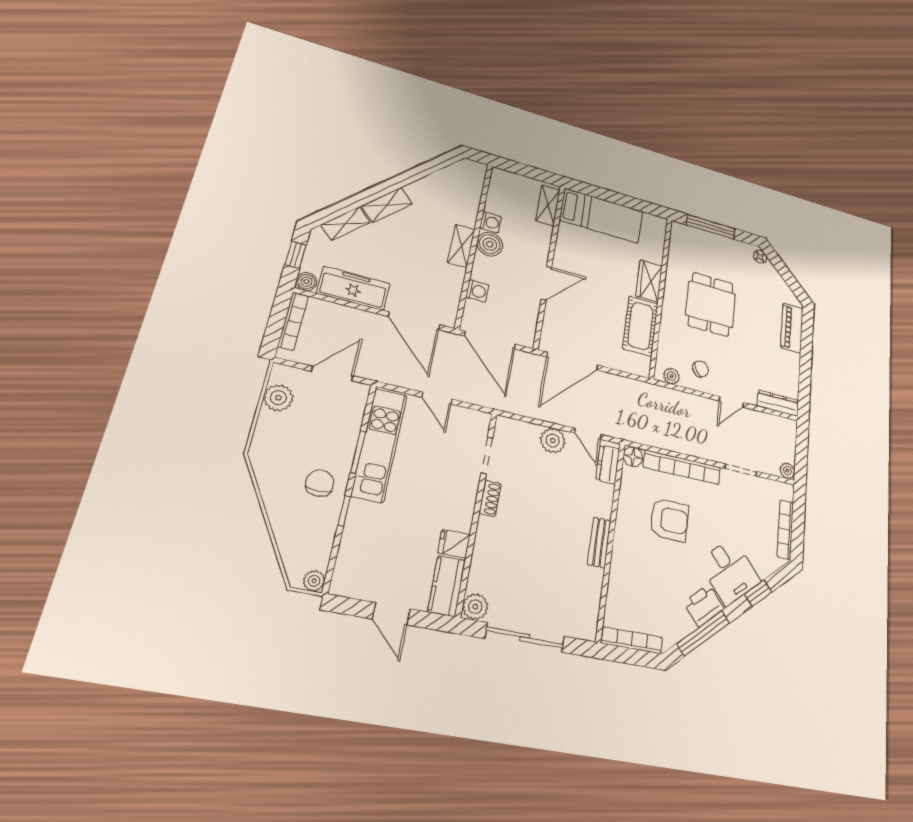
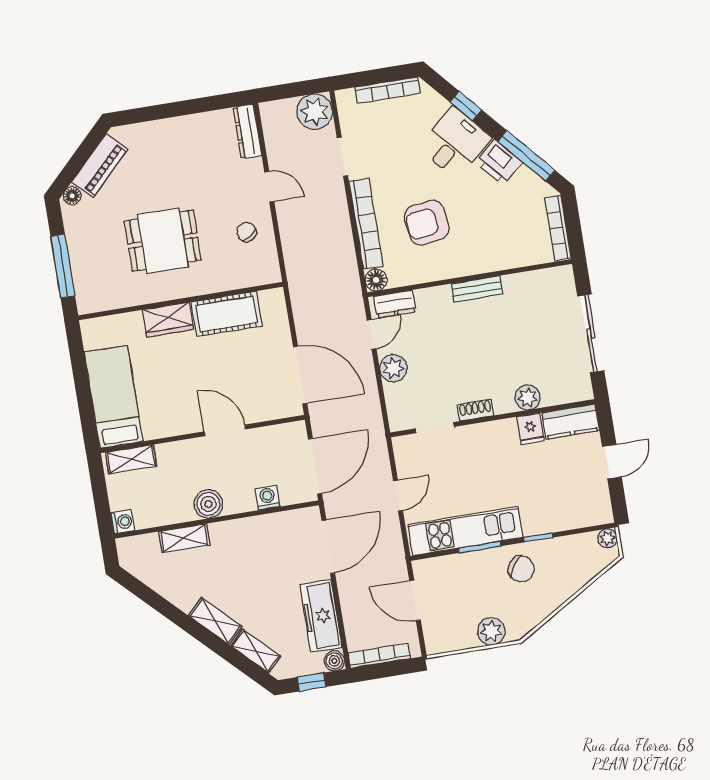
washing machine: (491, 222) -> (123, 522), moved, turned 90
shelving: (461, 246) -> (184, 538), moved
piano: (792, 328) -> (100, 166), moved, turned -45
plant: (671, 376) -> (269, 263), removed
plant: (278, 398) -> (491, 631), moved
plant: (787, 471) -> (315, 112), width x1.88, depth x1.88
chair: (320, 483) -> (521, 569), turned -144
armchair: (669, 520) -> (427, 223), turned -97
plant: (475, 607) -> (528, 397), moved

